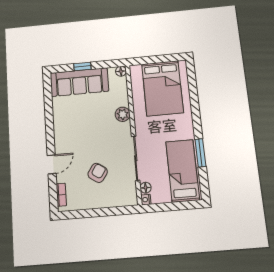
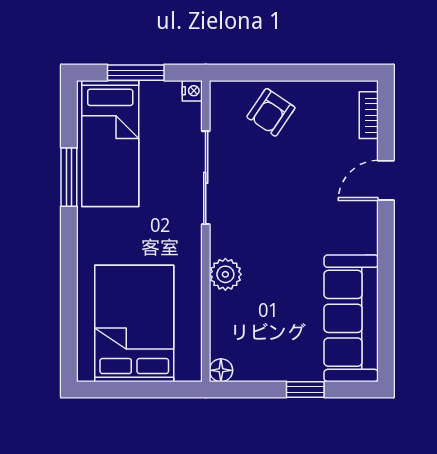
sofa: (79, 82) -> (351, 318), moved, turned -90
armchair: (98, 173) -> (271, 112), moved
floor lamp: (146, 188) -> (191, 115), removed
window: (174, 206) -> (136, 73), added

